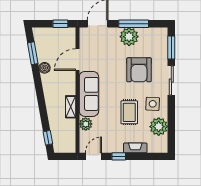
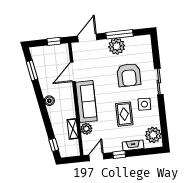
window: (171, 47) -> (156, 52), removed
boiler: (45, 68) -> (49, 101), moved
shelving: (71, 107) -> (73, 129), moved
plant: (159, 127) -> (153, 135), moved

